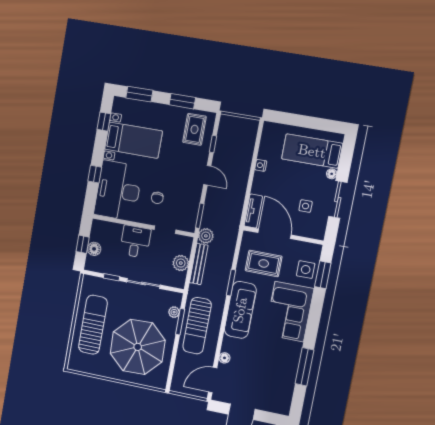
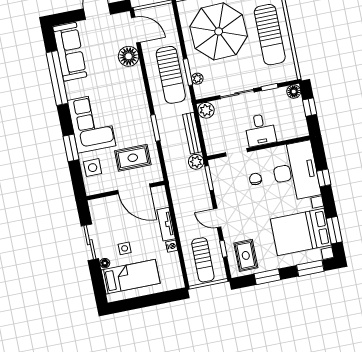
window: (104, 122) -> (334, 230), width x1.50
bed with nightstands: (133, 140) -> (301, 232), width x1.36
sun lounger: (236, 141) -> (203, 260), added
side table: (306, 206) -> (125, 248), moved
tv unit: (253, 211) -> (166, 224), moved
floor lamp: (94, 249) -> (294, 92), moved
plant: (181, 263) -> (206, 110), moved
window: (323, 275) -> (71, 148), moved
sofa: (240, 310) -> (70, 52), moved, turned 180
sun lounger: (197, 326) -> (171, 75), turned 180
floor lamp: (224, 358) -> (129, 56), width x1.89, depth x1.89
window: (305, 367) -> (57, 78), width x1.46
door: (213, 380) -> (136, 30), hinge flipped

